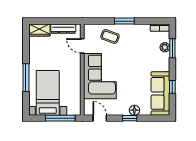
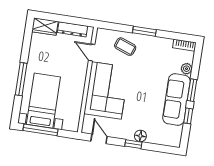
window: (172, 48) -> (192, 90), moved
sofa: (160, 93) -> (176, 99), moved
window: (60, 118) -> (40, 130), moved

